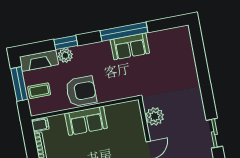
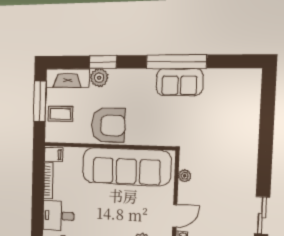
plant: (155, 116) -> (185, 176), width x0.53, depth x0.53
sofa: (86, 121) -> (126, 167), width x1.85, depth x1.27

